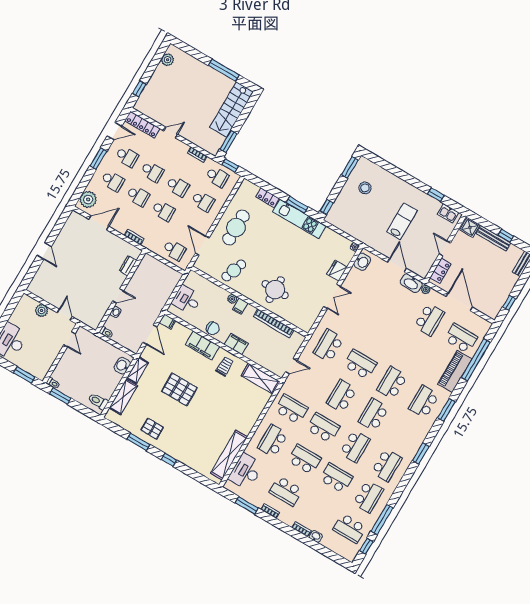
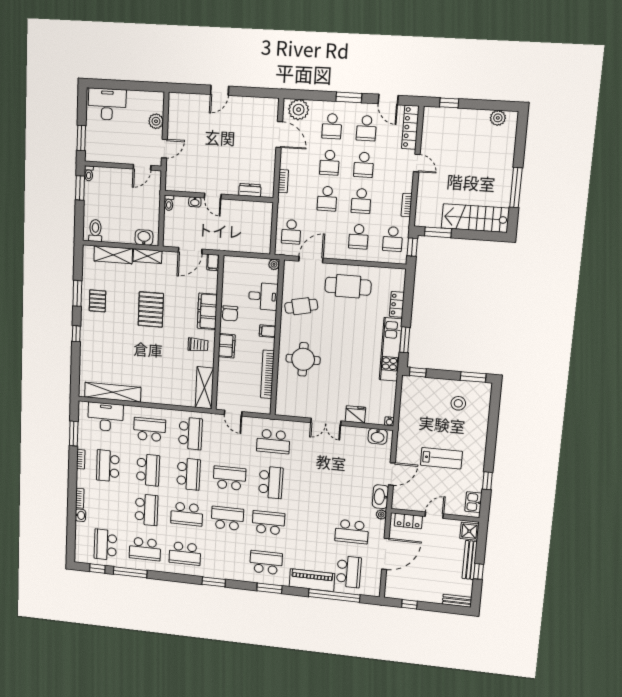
cafe table: (234, 270) -> (301, 306), turned -32
plant: (232, 299) -> (274, 264), moved
desk: (187, 300) -> (263, 296), moved, turned 90
school desk: (328, 346) -> (273, 441), turned 180

